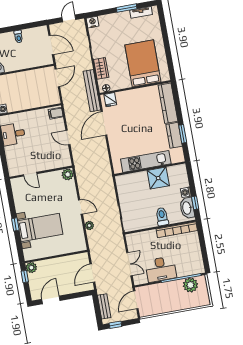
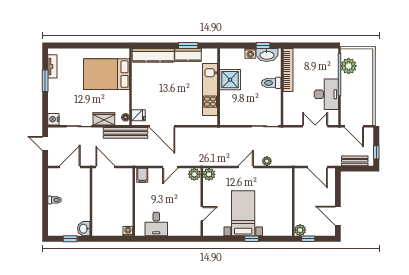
plant: (65, 161) -> (194, 174), added
bed with nightstands: (40, 227) -> (243, 213), moved

